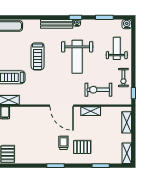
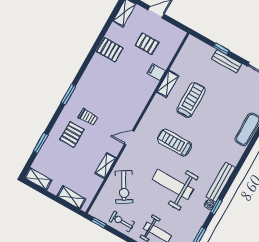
treadmill: (38, 56) -> (174, 143), moved
exercise bike: (98, 90) -> (124, 187), turned 149
door: (62, 106) -> (129, 138), width x0.53

